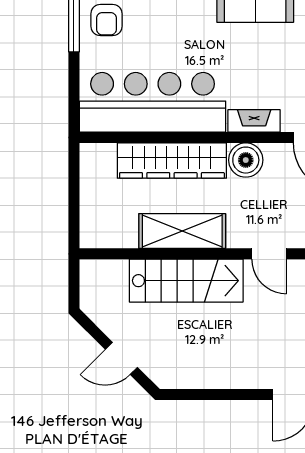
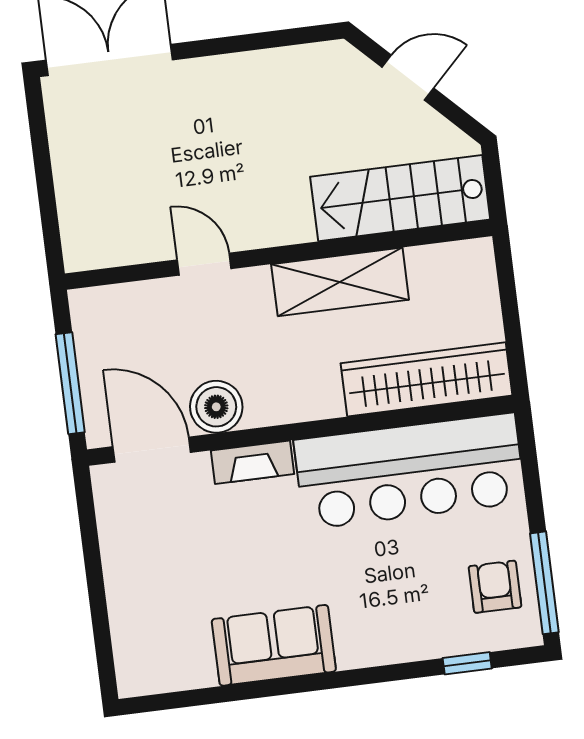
boiler: (246, 160) -> (216, 407), moved
wardrobe: (172, 161) -> (427, 379), moved
stairs: (186, 281) -> (400, 198), moved

